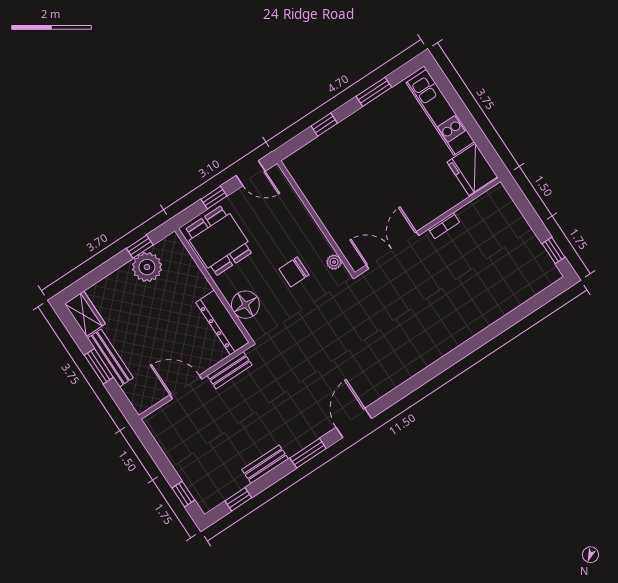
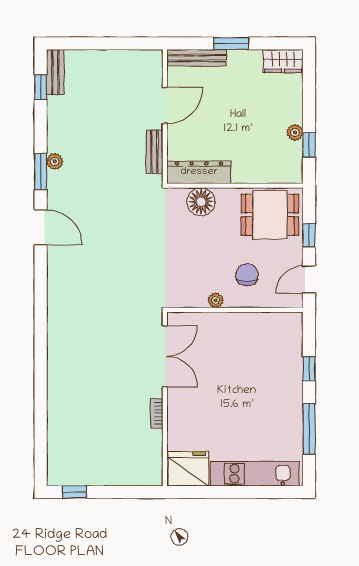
window: (374, 92) -> (309, 429), width x1.44
plant: (334, 262) -> (216, 300), moved
plant: (147, 267) -> (295, 133), width x0.53, depth x0.53
chair: (294, 272) -> (247, 275), moved
bench: (110, 358) -> (197, 58), moved
plant: (292, 447) -> (55, 161), added
bench: (265, 464) -> (55, 72), moved
window: (183, 494) -> (76, 43), removed

